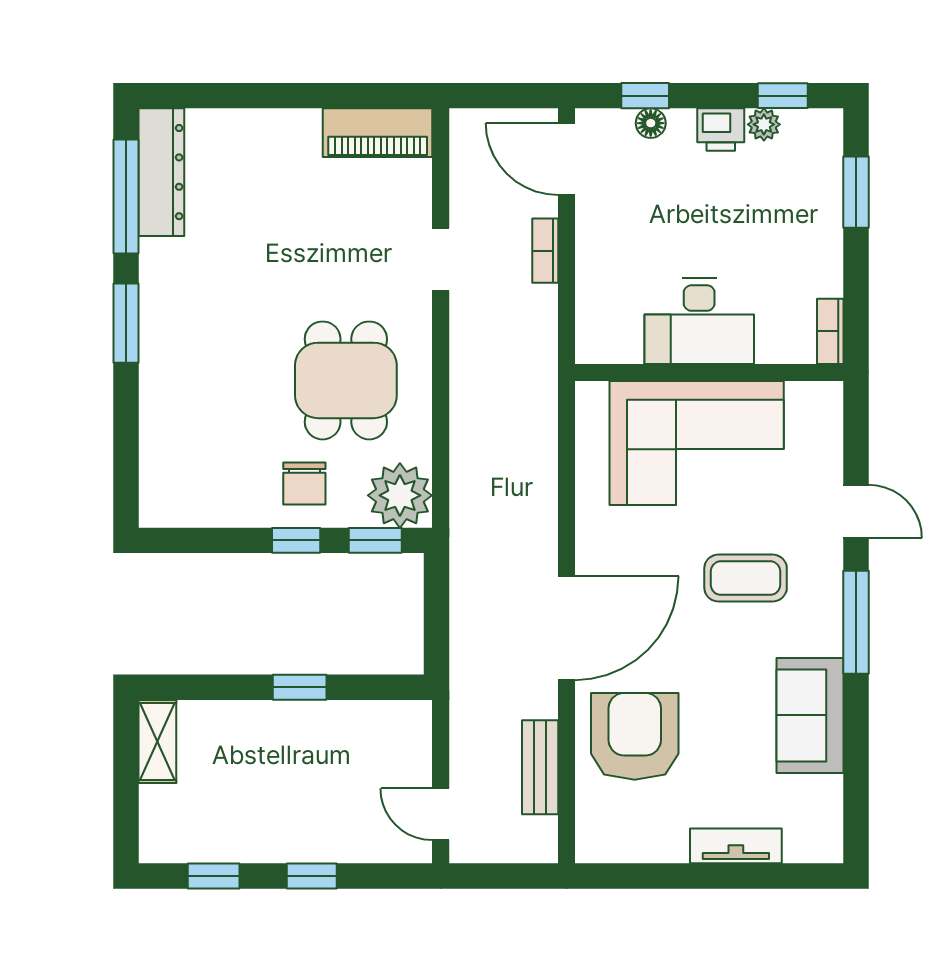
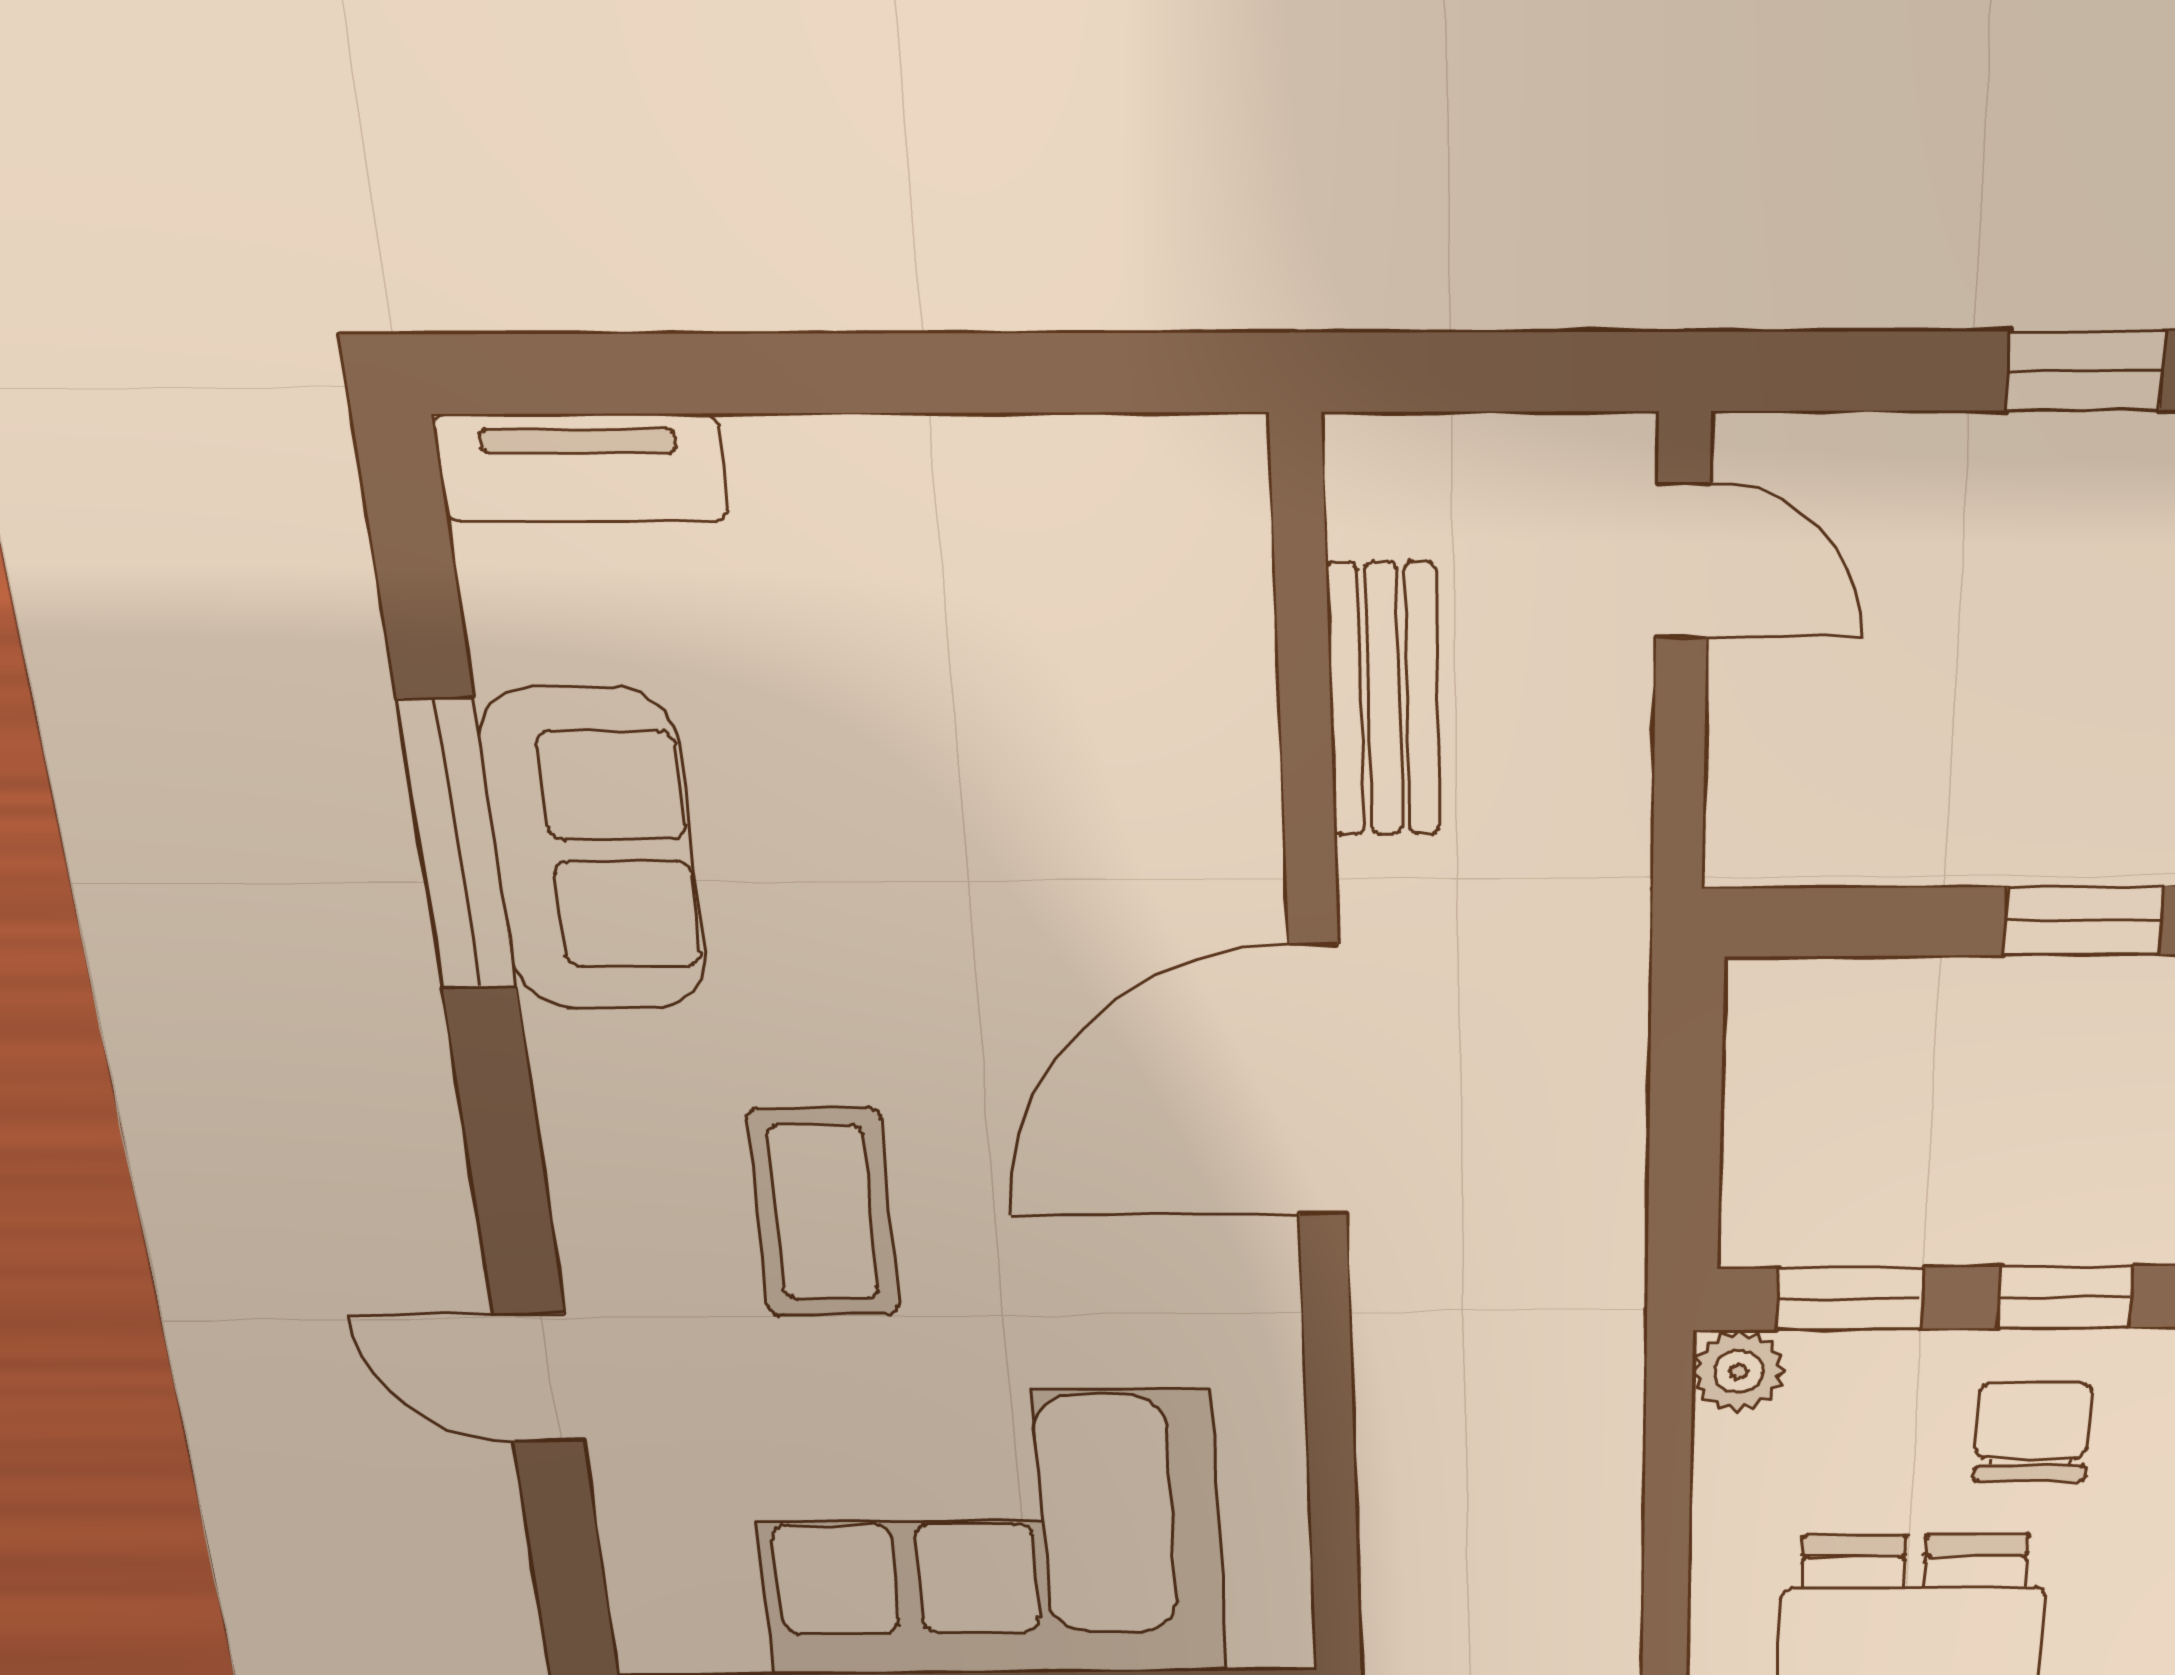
plant: (400, 495) -> (1739, 1371), width x0.53, depth x0.53
coffee table: (746, 578) -> (823, 1213), turned 90
window: (856, 622) -> (457, 845), moved
armchair: (635, 736) -> (1106, 790), removed
tv unit: (736, 846) -> (581, 468), moved

